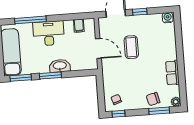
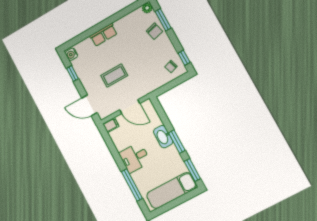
window: (140, 12) -> (72, 74), moved
filing cabinet: (79, 26) -> (111, 125), moved
desk: (49, 33) -> (135, 158), width x0.73
door: (98, 48) -> (130, 107), swing flipped
row of seats: (172, 73) -> (103, 35), moved

